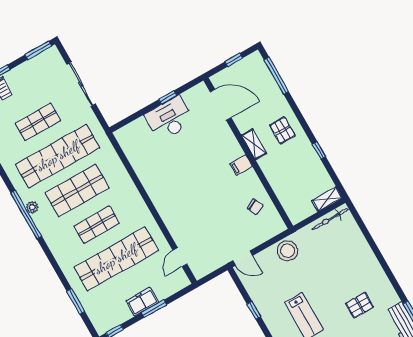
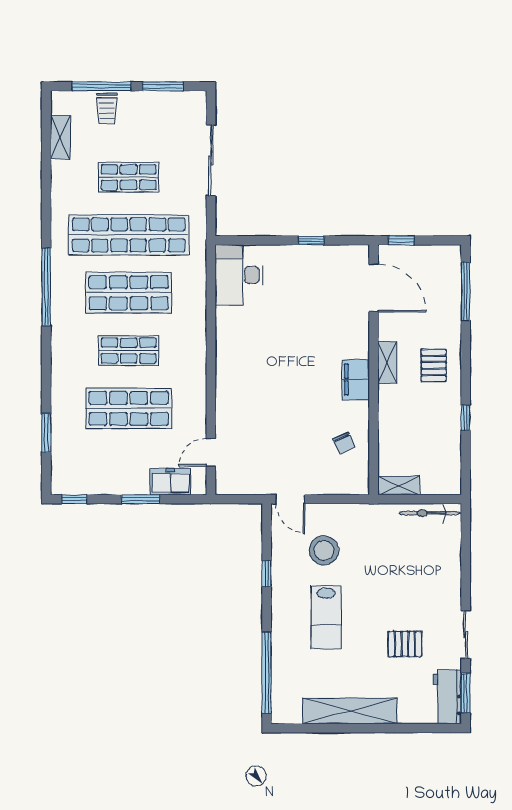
window: (38, 50) -> (163, 86), moved
window: (234, 60) -> (401, 240), moved
desk: (169, 119) -> (239, 275), moved, turned -90
filing cabinet: (241, 165) -> (356, 380), width x2.00
shelving: (327, 199) -> (399, 486), moved
plant: (32, 207) -> (59, 282), removed
stool: (287, 251) -> (324, 550), moved
shop shelf: (116, 259) -> (129, 408), width x0.71
sliding door: (392, 279) -> (466, 635), added
freezer: (142, 302) -> (171, 482), moved

